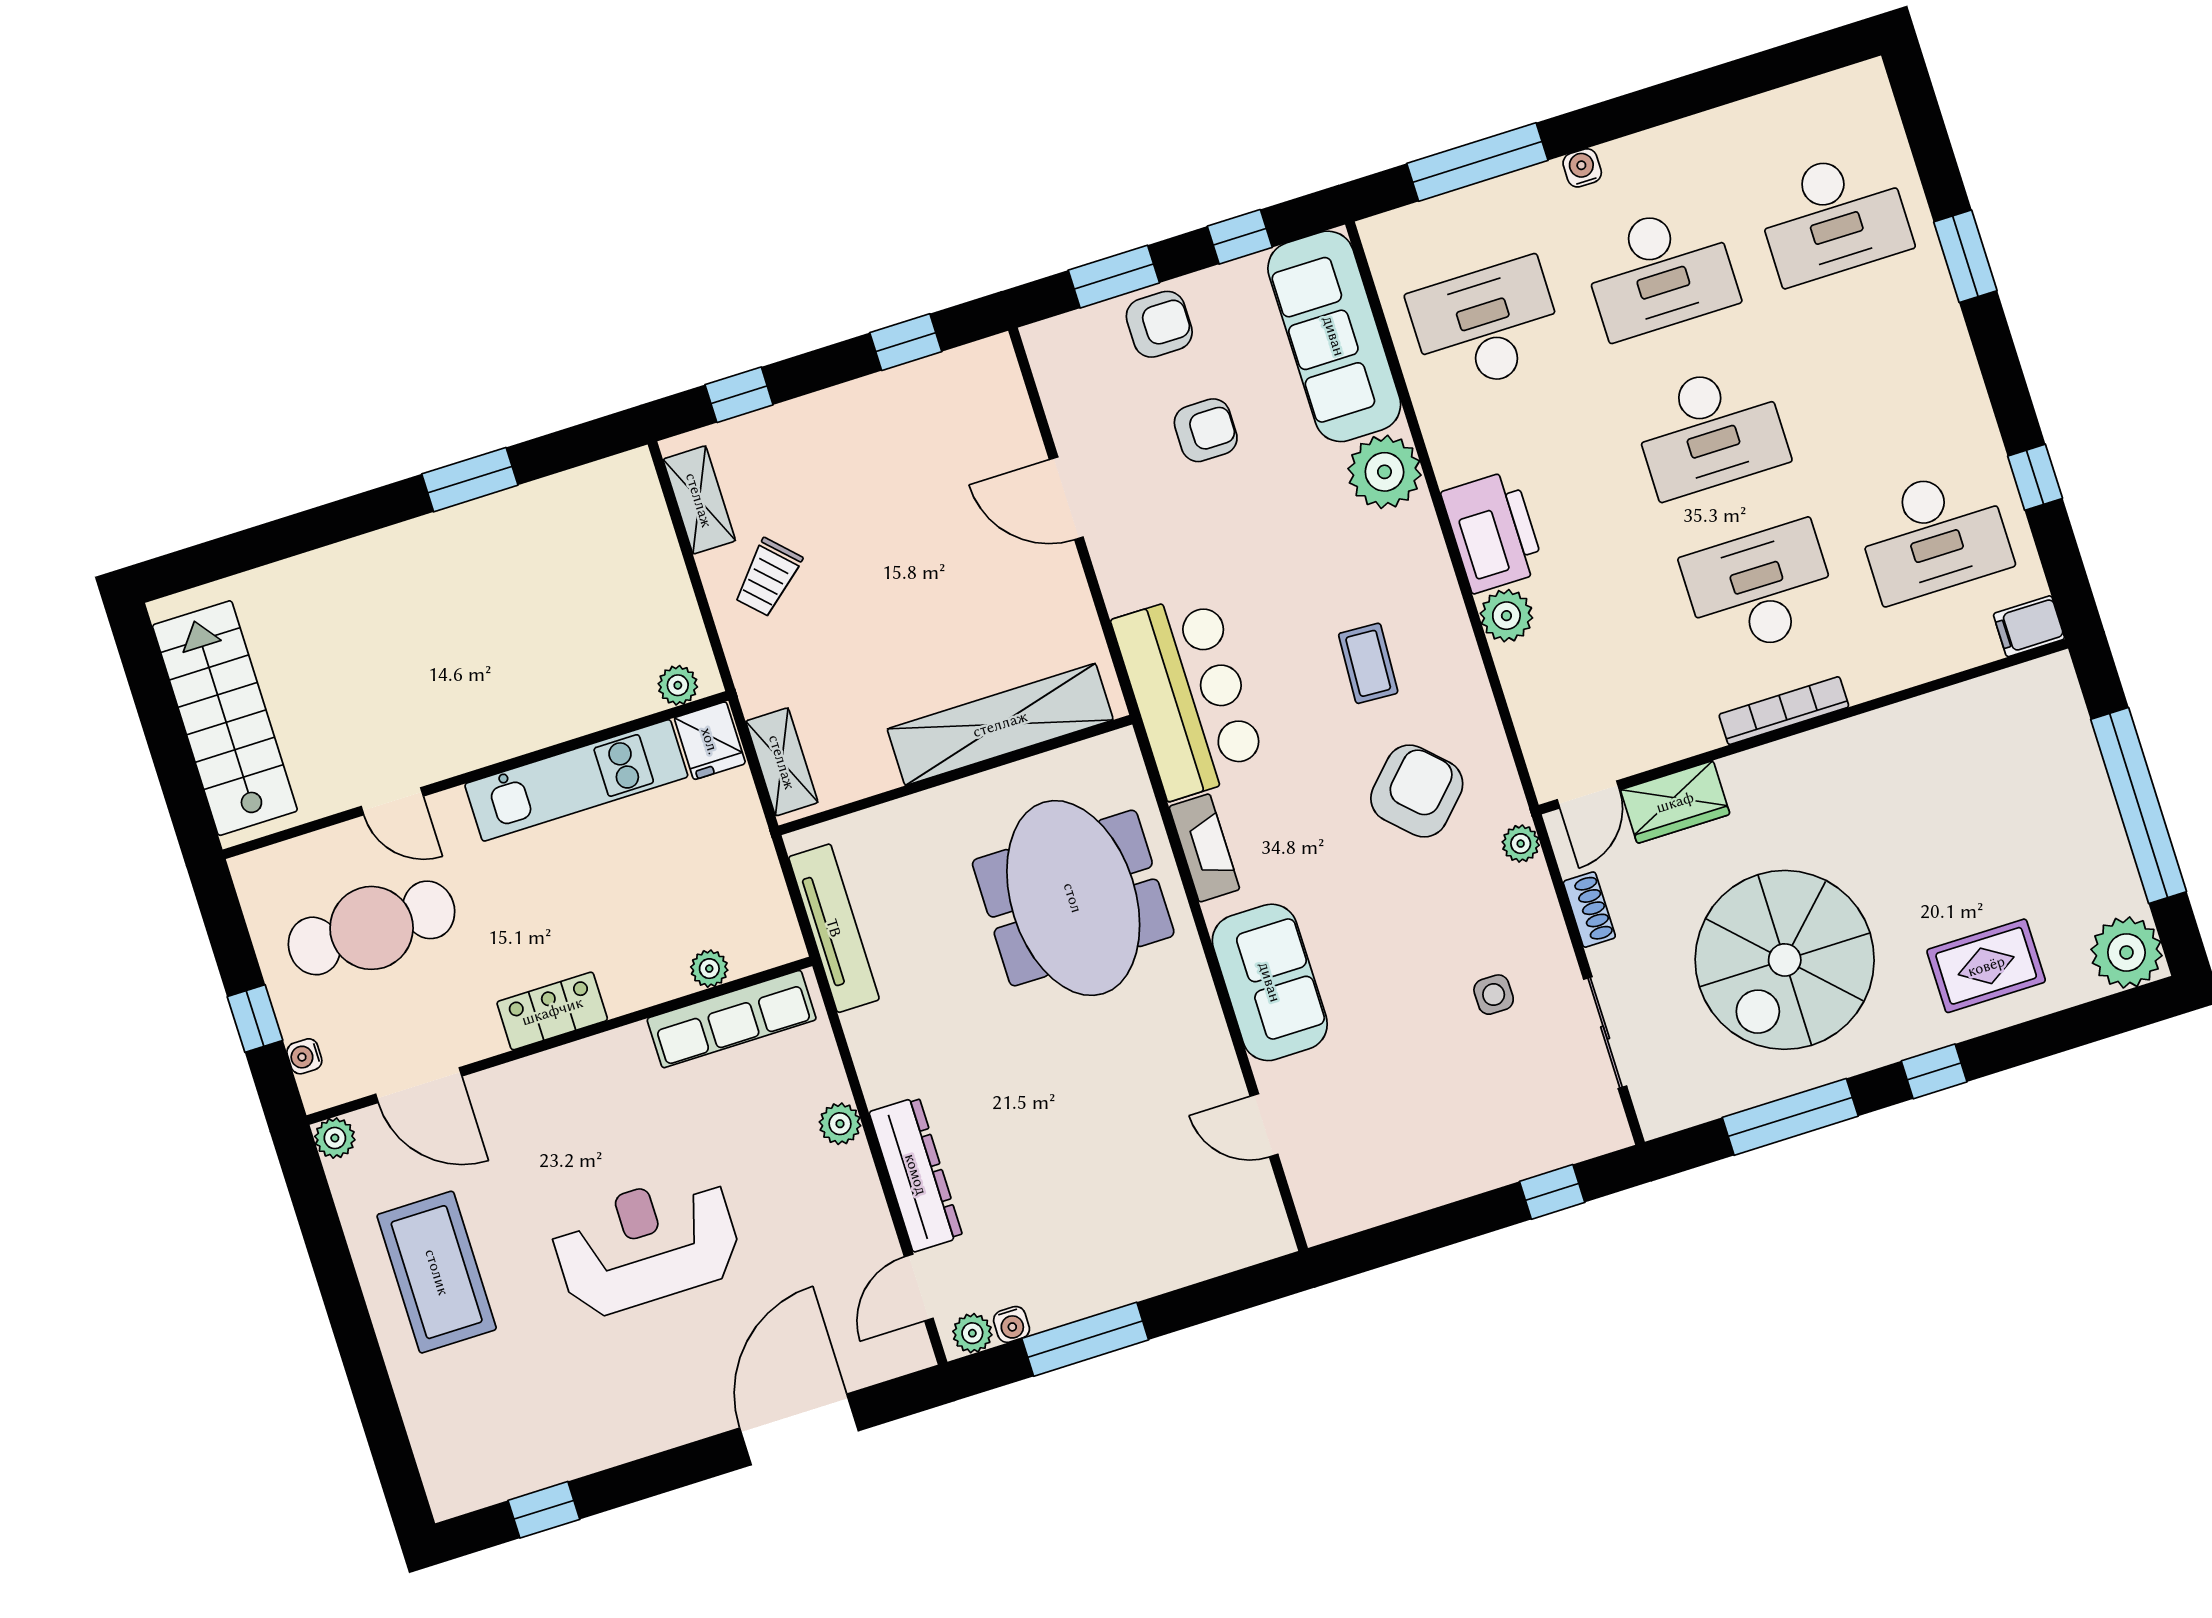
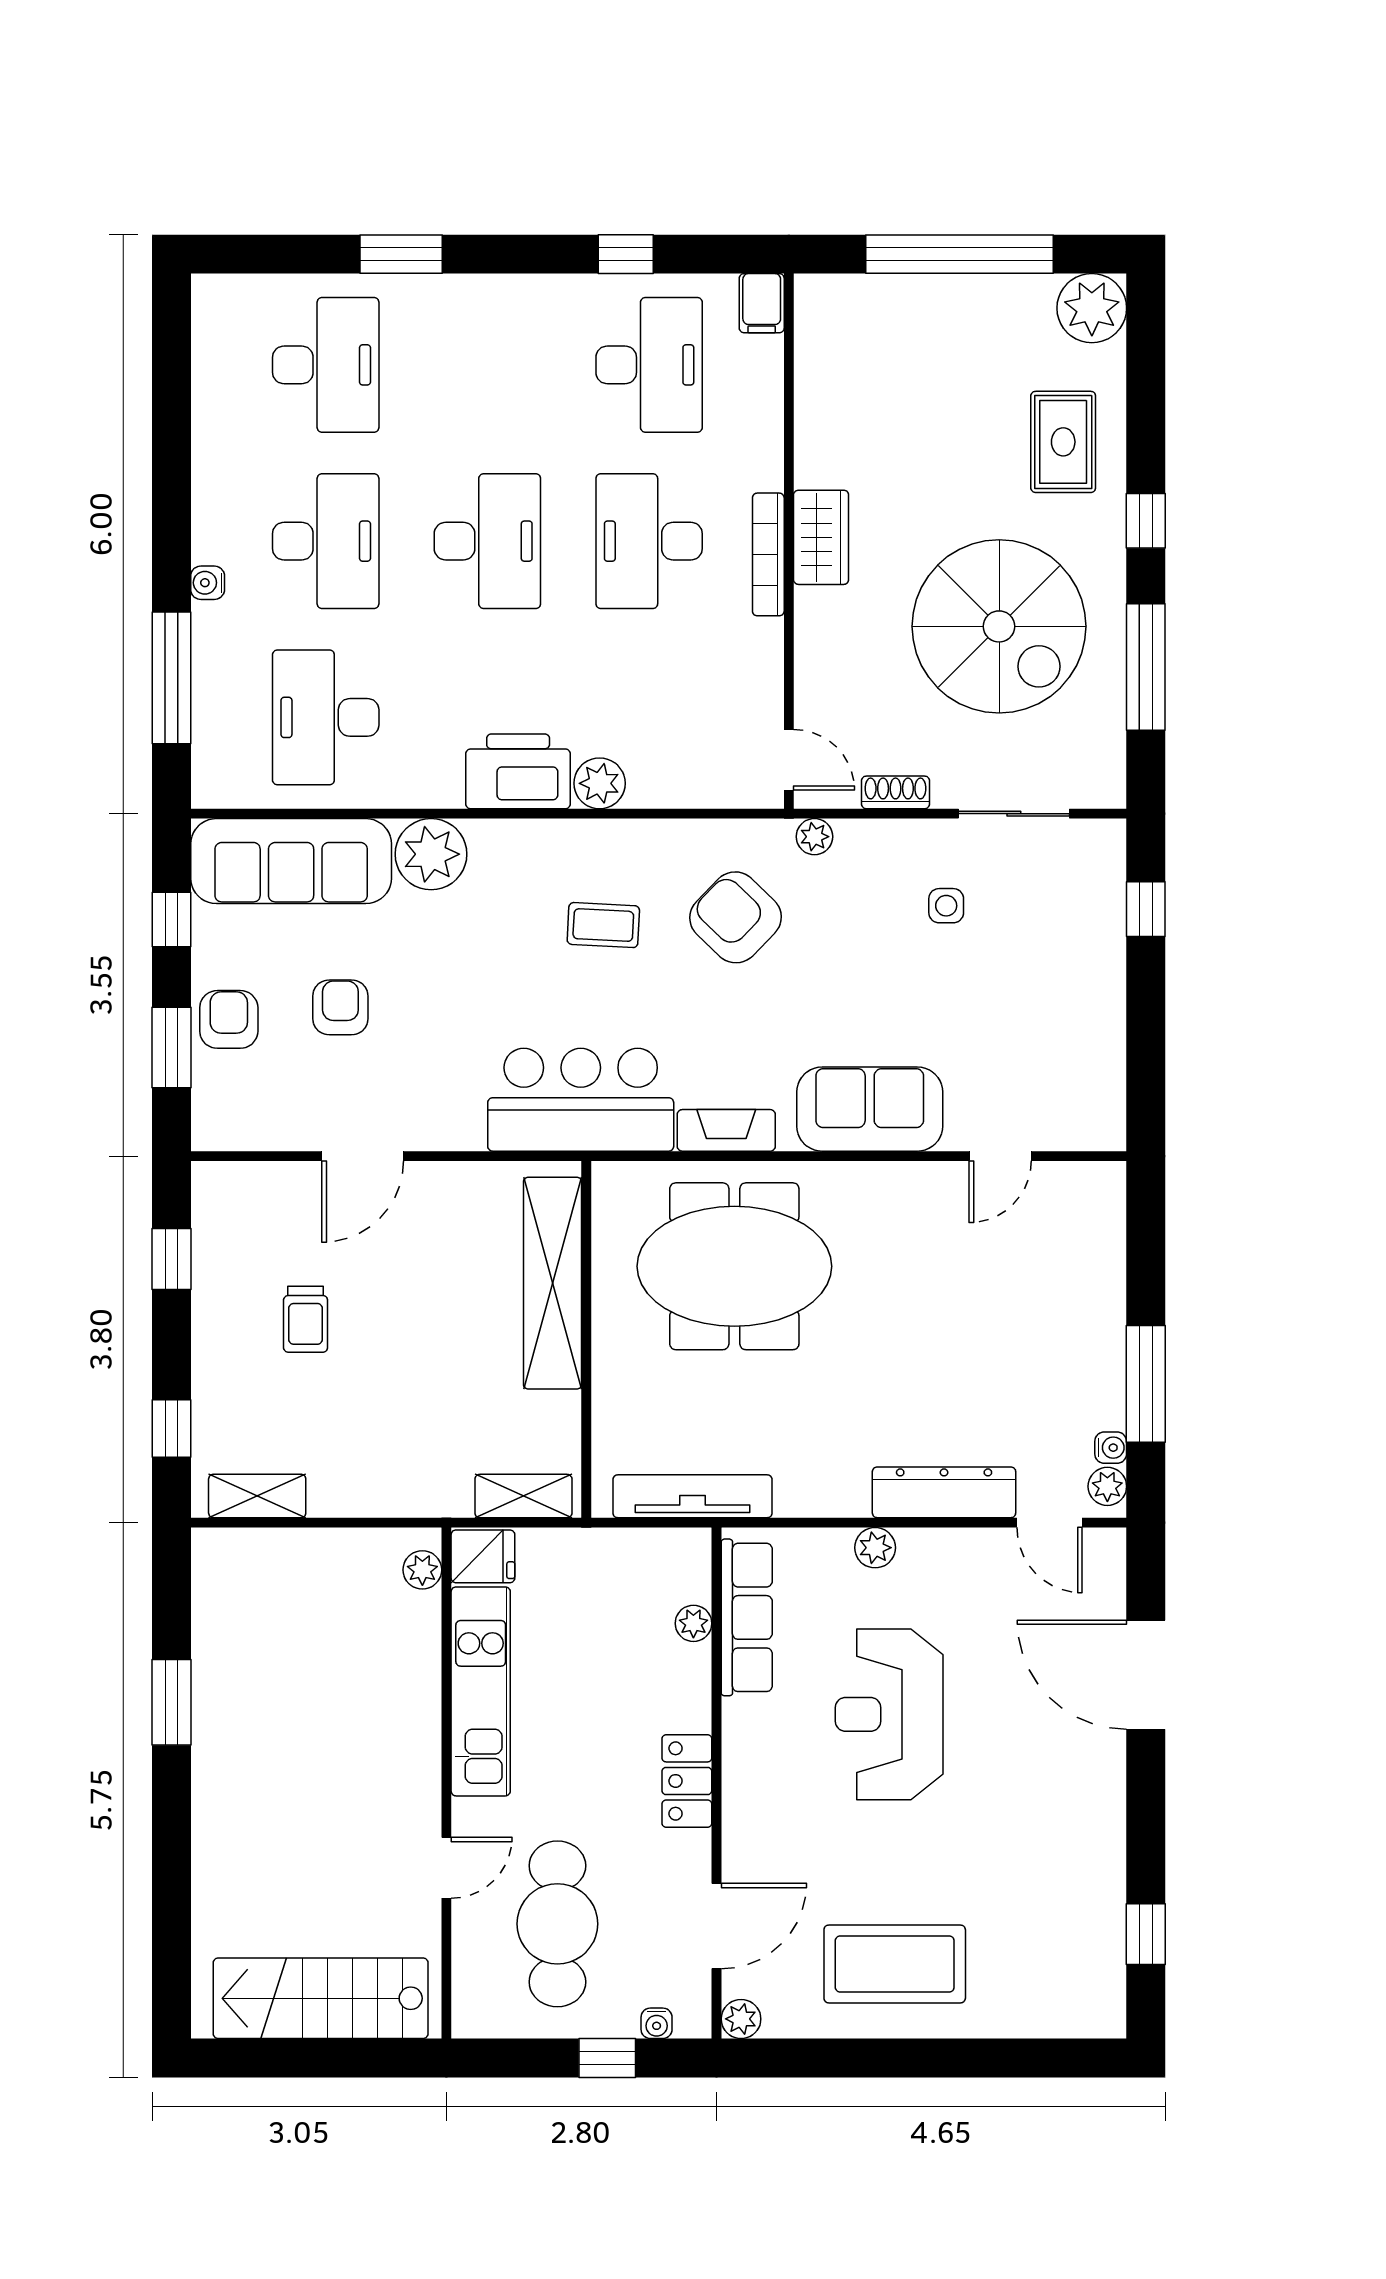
trolley: (768, 577) -> (306, 1319), moved, turned 45
wardrobe: (1675, 802) -> (821, 537), moved
reception desk: (646, 1244) -> (889, 1714), moved

